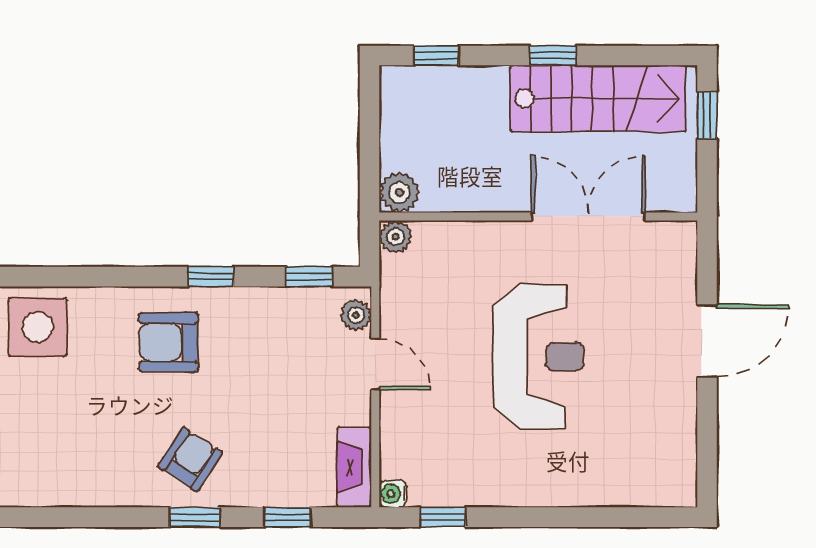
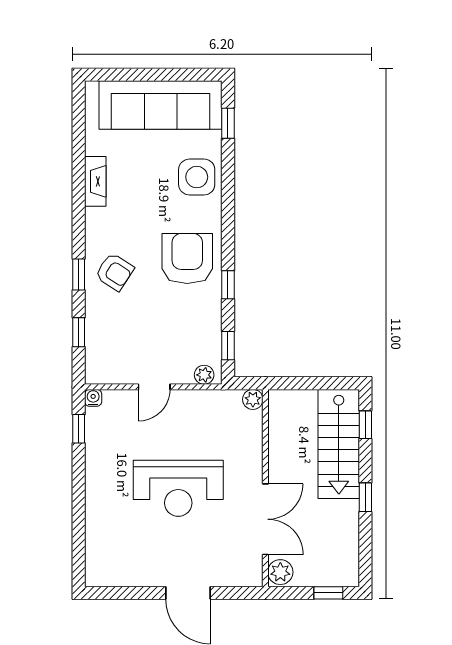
stairs: (598, 98) -> (339, 444), moved
plant: (399, 192) -> (280, 572), moved
armchair: (169, 342) -> (187, 258), width x1.36, depth x1.36
door: (375, 364) -> (154, 387), moved
fireplace: (354, 467) -> (95, 181), moved, turned 90

